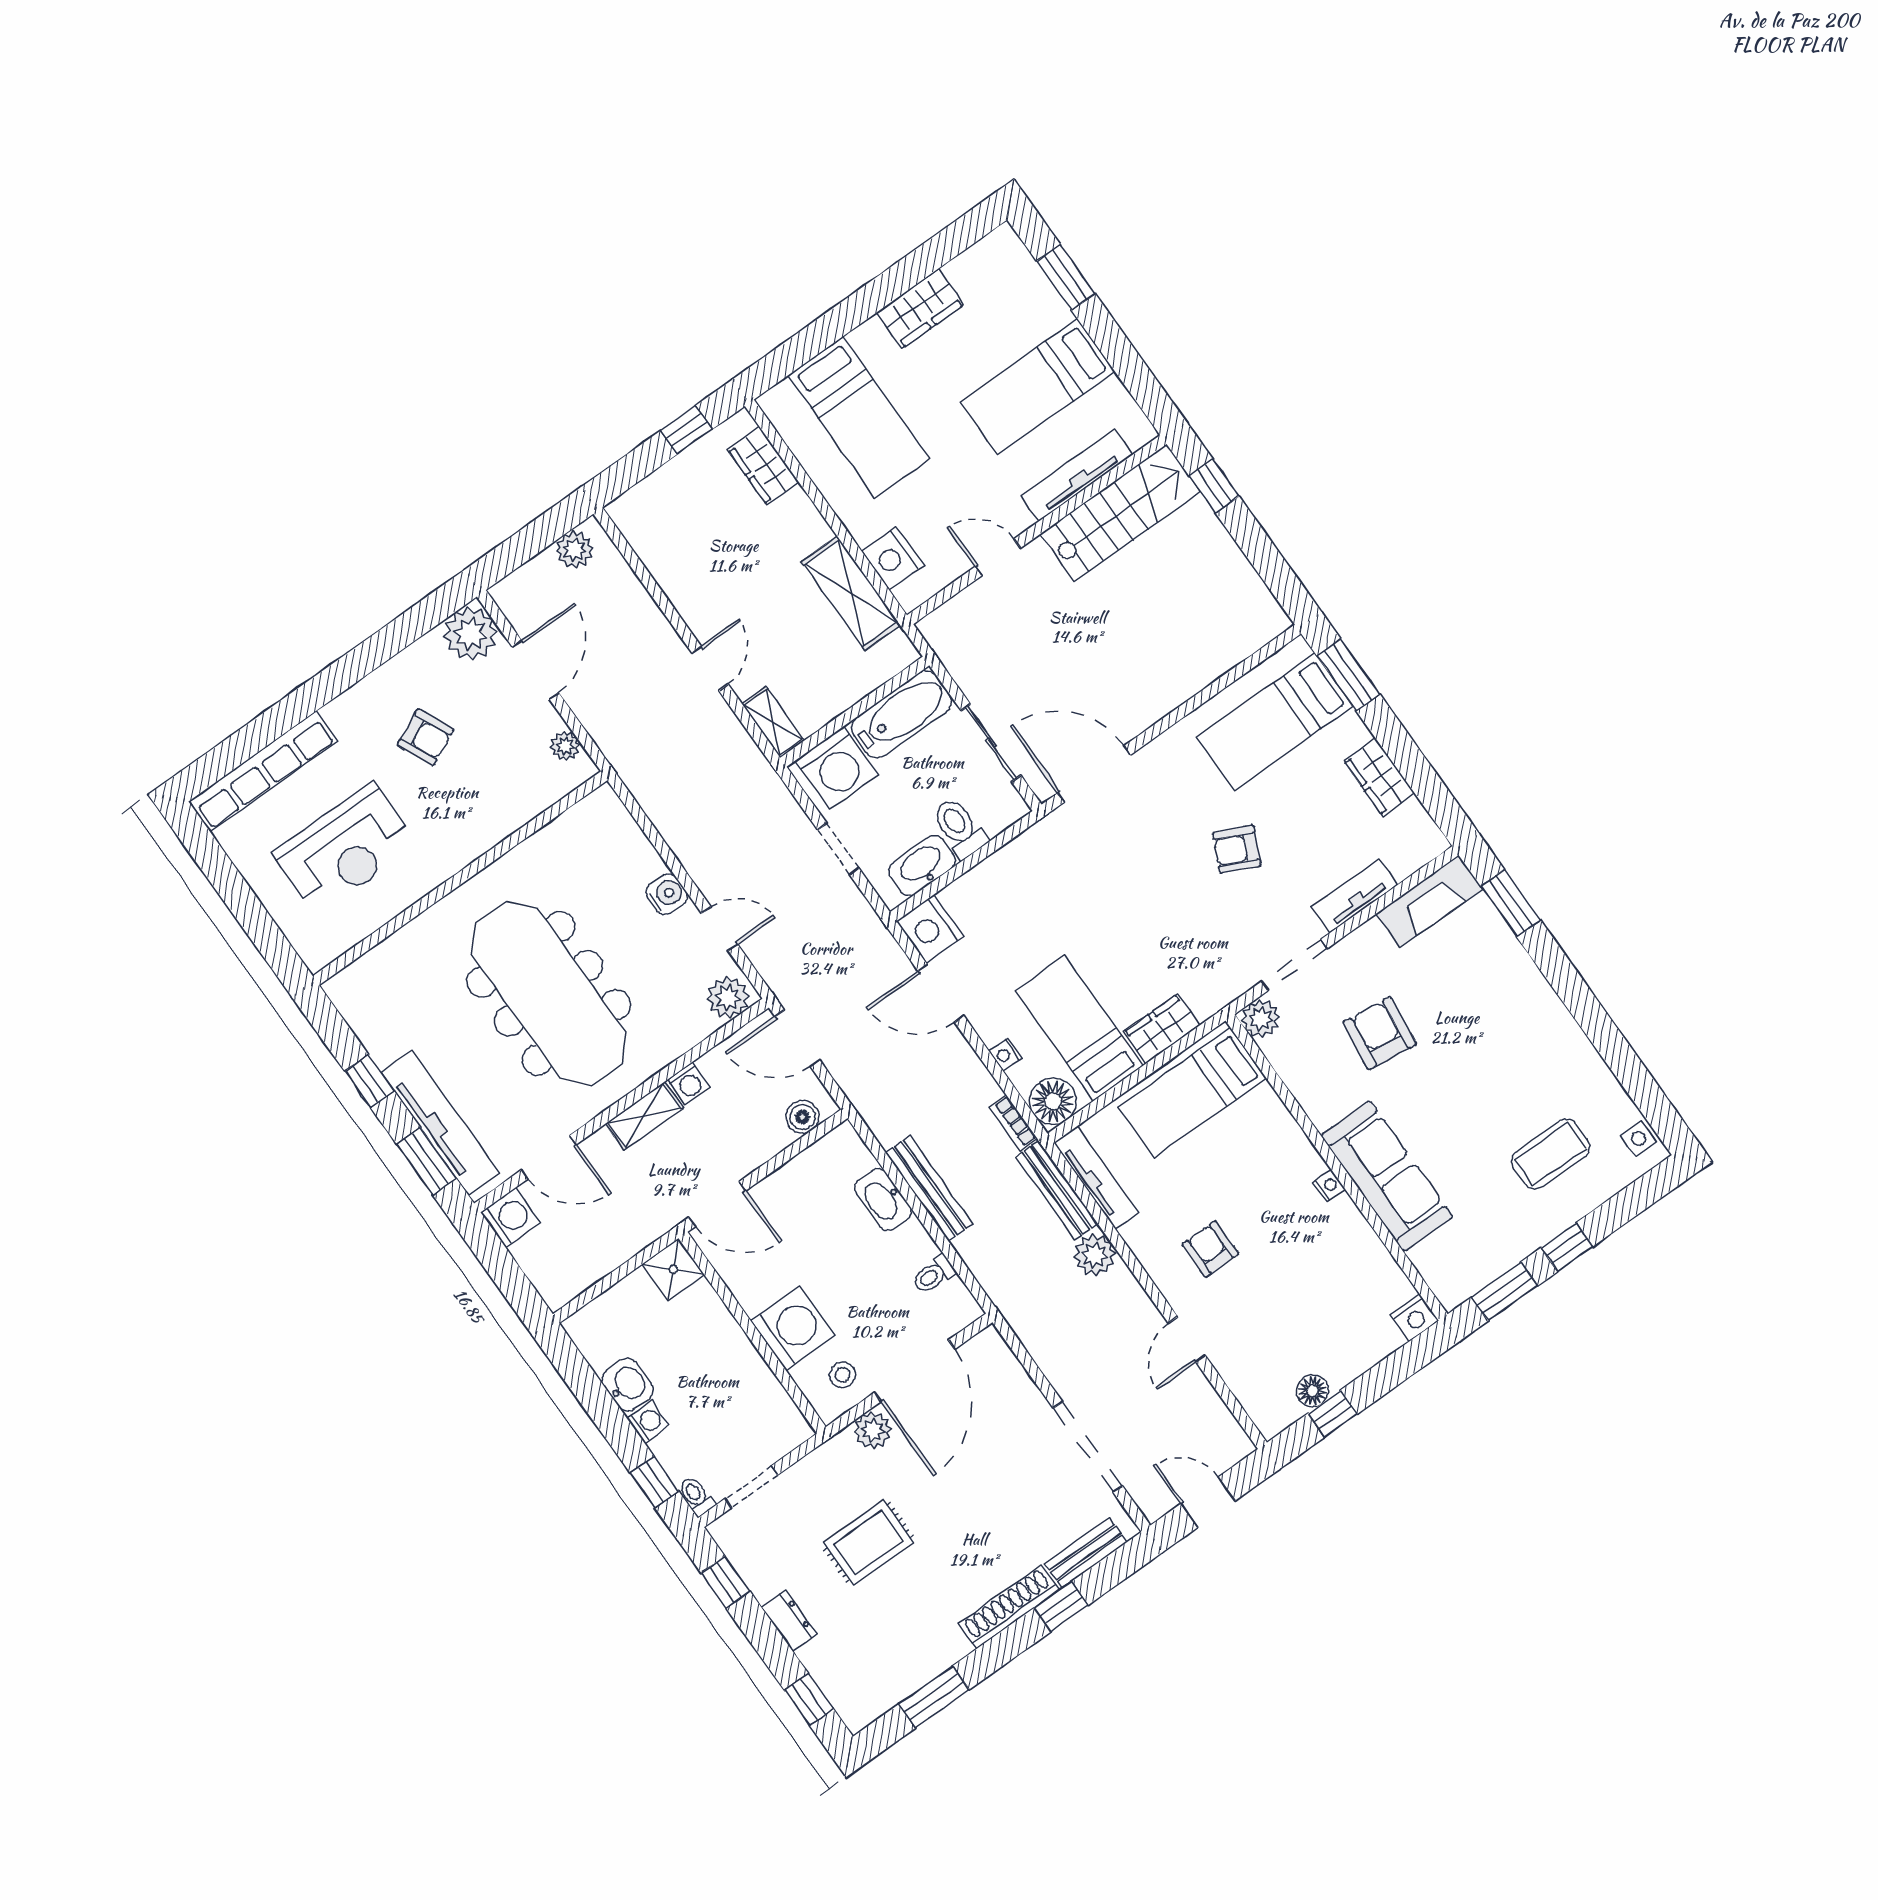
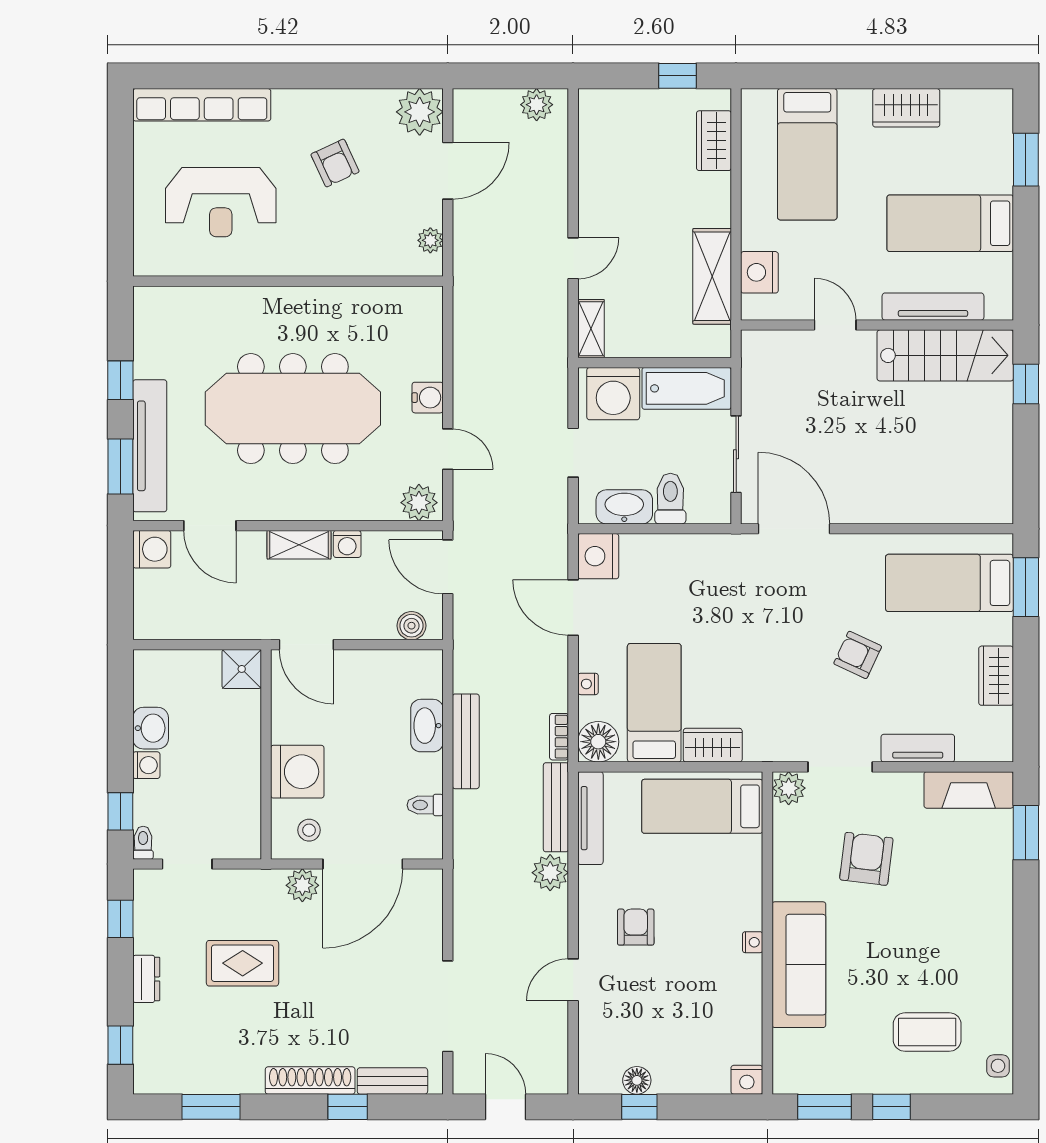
meeting table: (549, 993) -> (293, 409), turned 90

